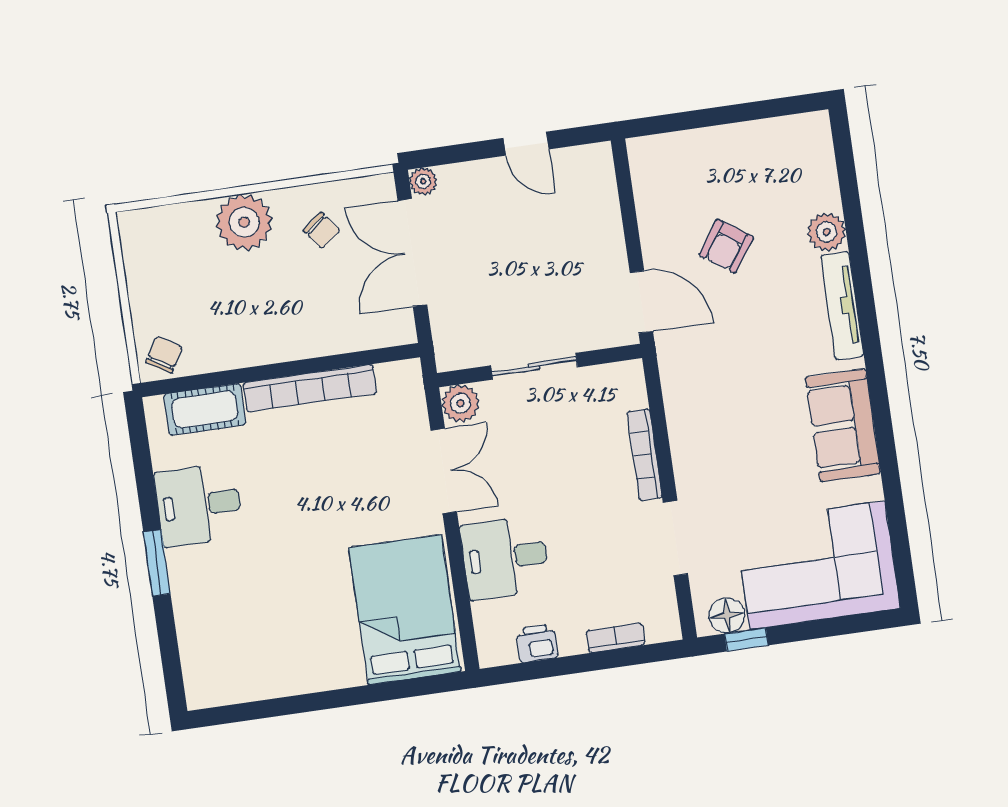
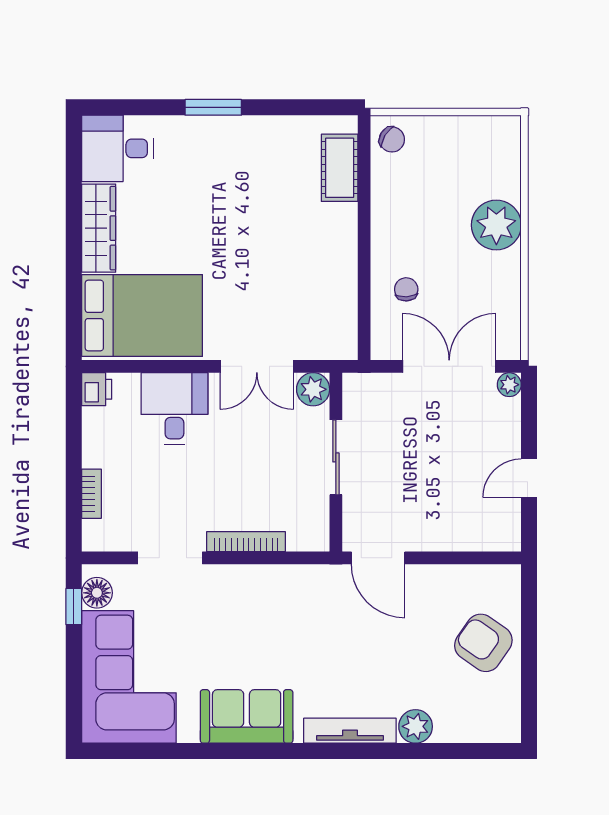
chair: (322, 230) -> (406, 289), moved, turned 123
armchair: (726, 246) -> (483, 643), moved, width x1.38, depth x1.38
door: (641, 302) -> (378, 558), hinge flipped
bookcase: (310, 388) -> (345, 261), removed
desk: (199, 505) -> (117, 148), moved, turned -90
printer: (537, 643) -> (97, 389), moved
wardrobe: (313, 673) -> (99, 228), added

